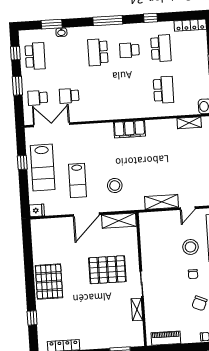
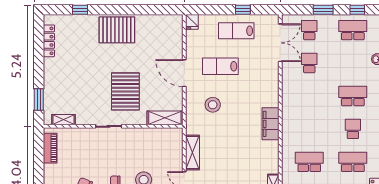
school desk: (161, 48) -> (353, 162), turned 180
school desk: (35, 56) -> (353, 30), turned 180
school desk: (163, 90) -> (309, 162), turned 180
lab bench: (43, 167) -> (236, 31), width x0.73, depth x0.72
shelving: (119, 221) -> (165, 118), moved, turned 90
shelving: (137, 310) -> (63, 120), moved

